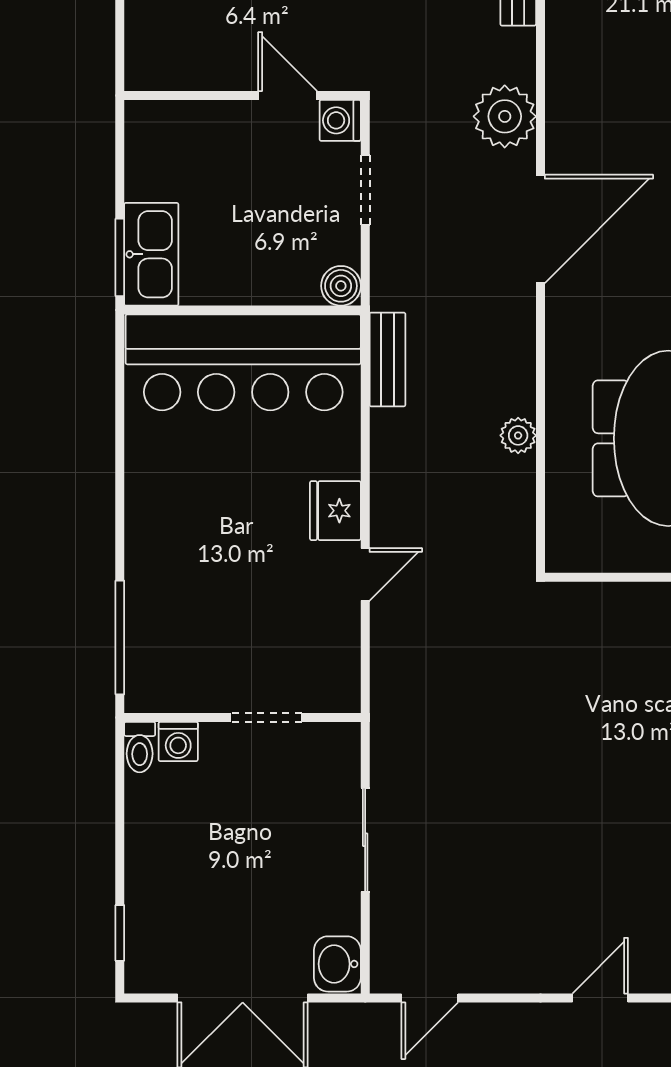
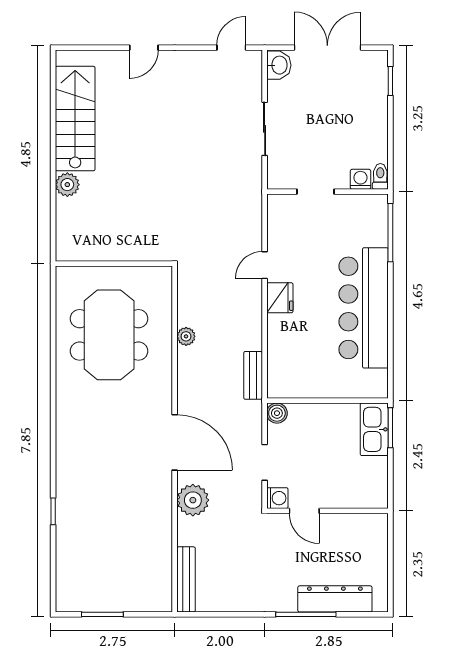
door: (540, 229) -> (175, 442), swing flipped
bar counter: (243, 362) -> (364, 308), moved, turned -90

